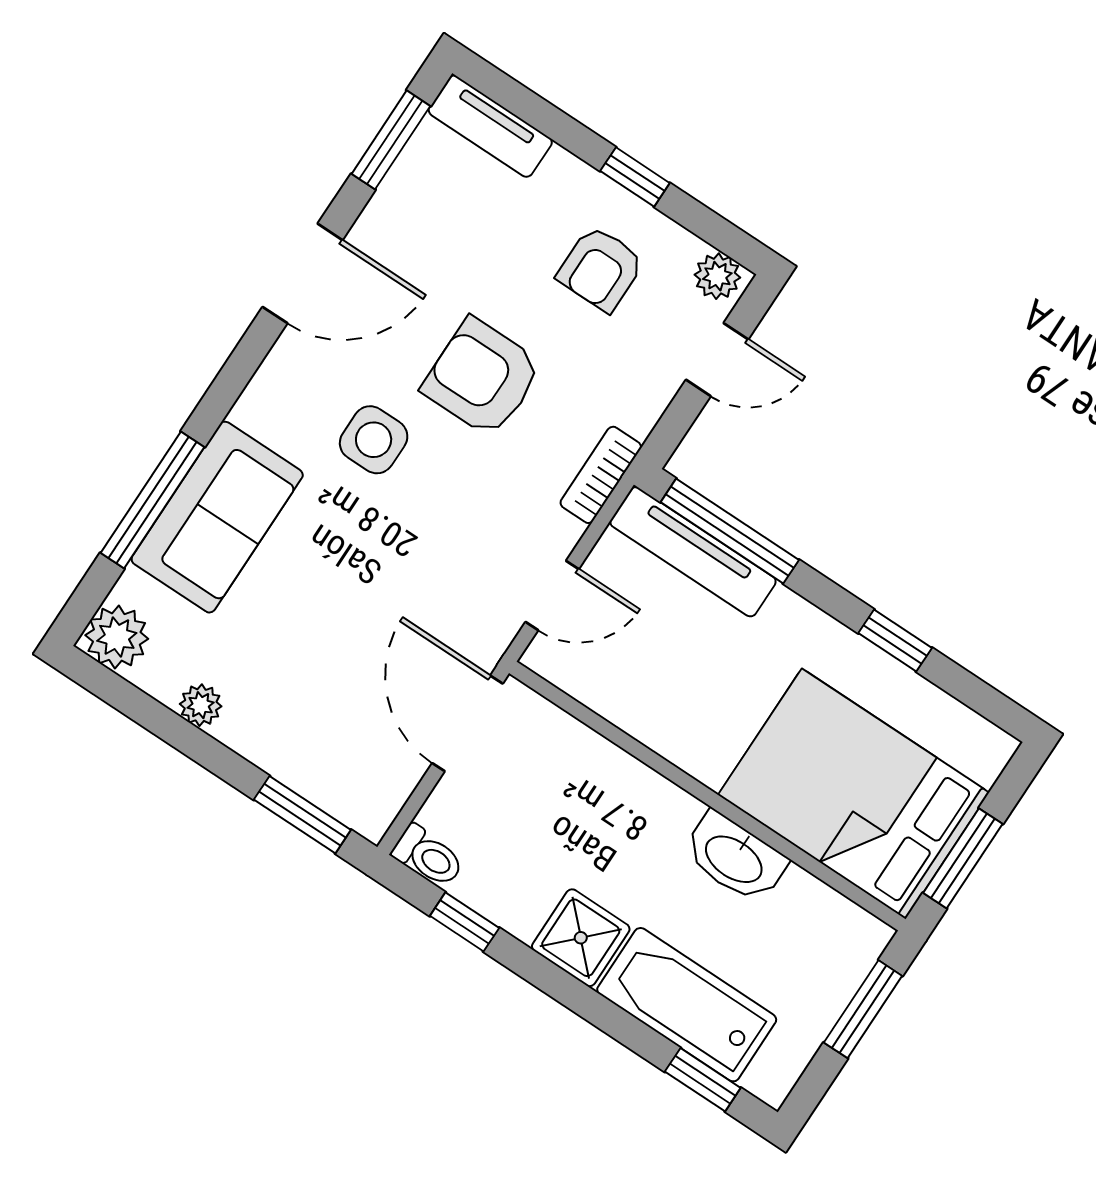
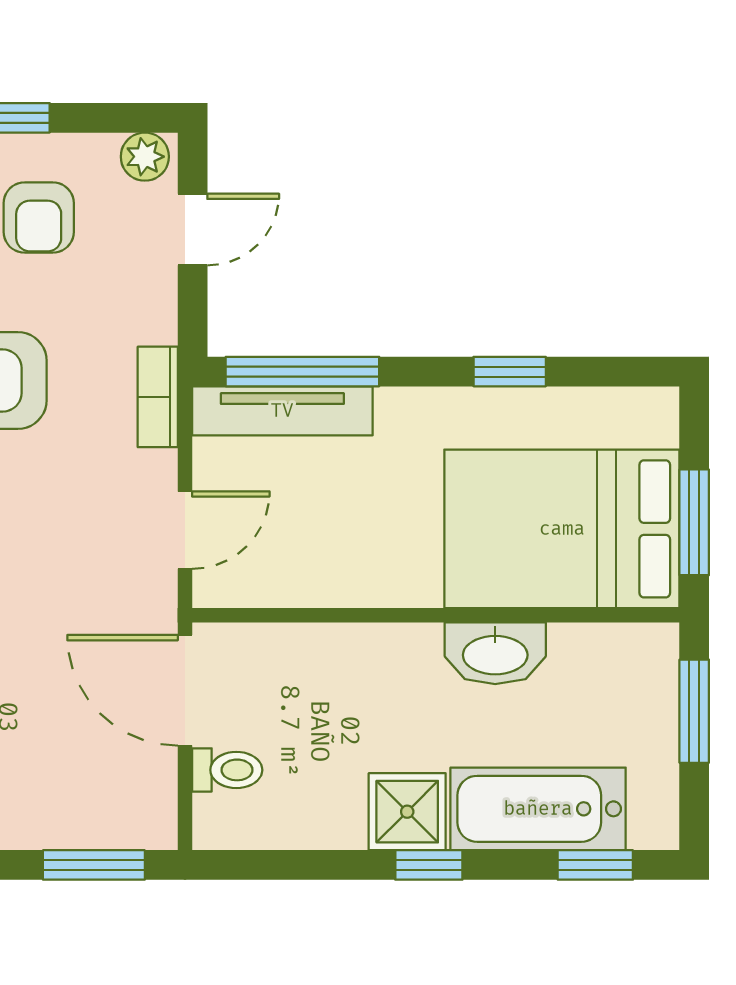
toilet: (428, 856) -> (227, 770), moved
window: (464, 922) -> (429, 865), moved

